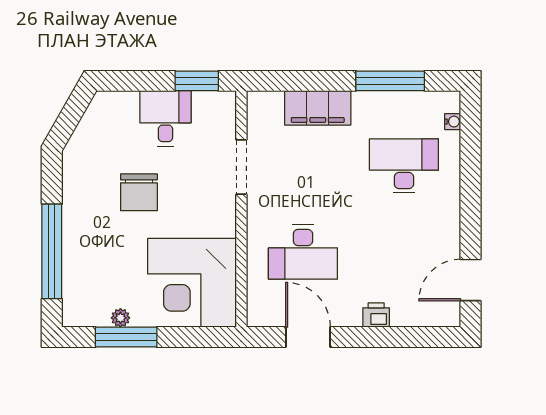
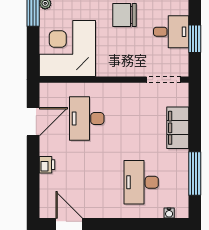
window: (197, 81) -> (195, 39), moved
desk: (404, 166) -> (141, 182), turned 180
doorway: (241, 167) -> (164, 80), moved

